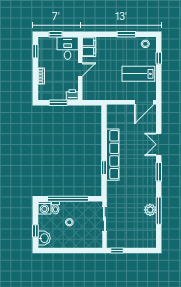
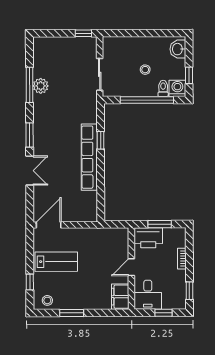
printer: (72, 95) -> (148, 238), width x1.87, depth x1.48
window: (35, 231) -> (189, 75), moved

